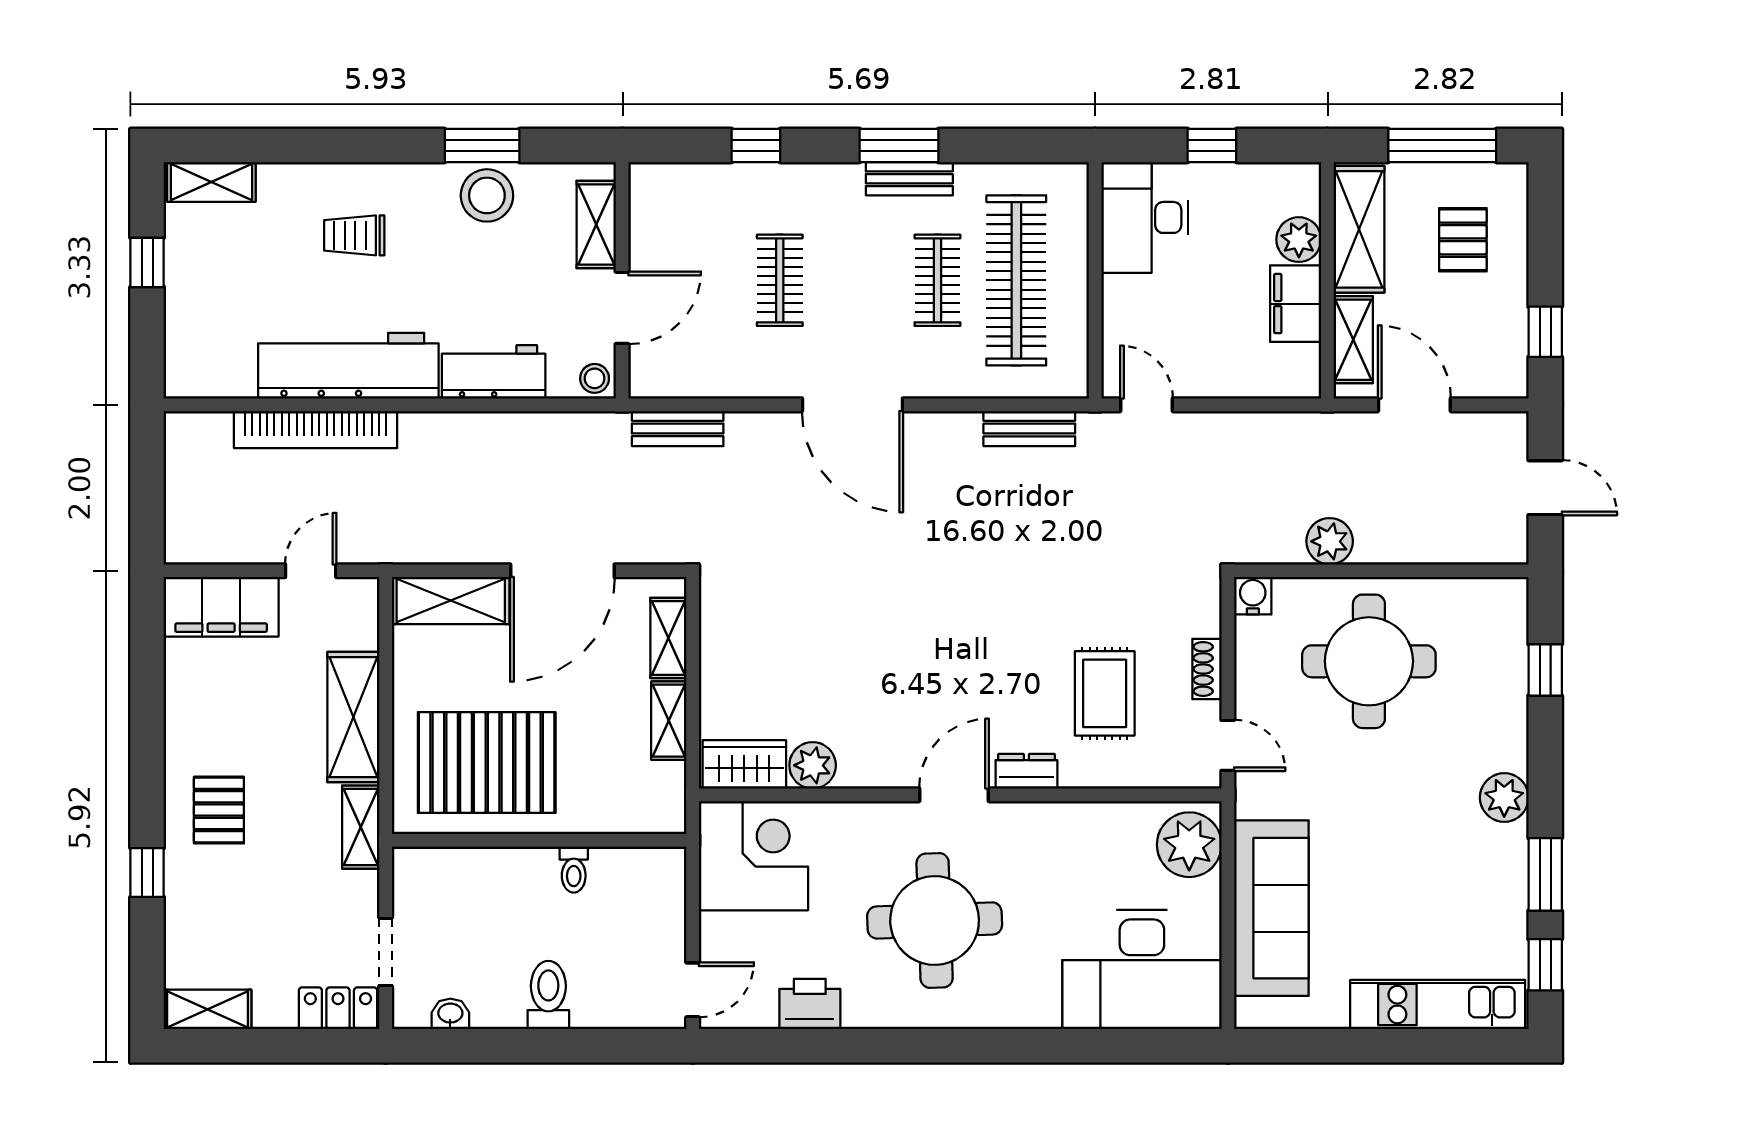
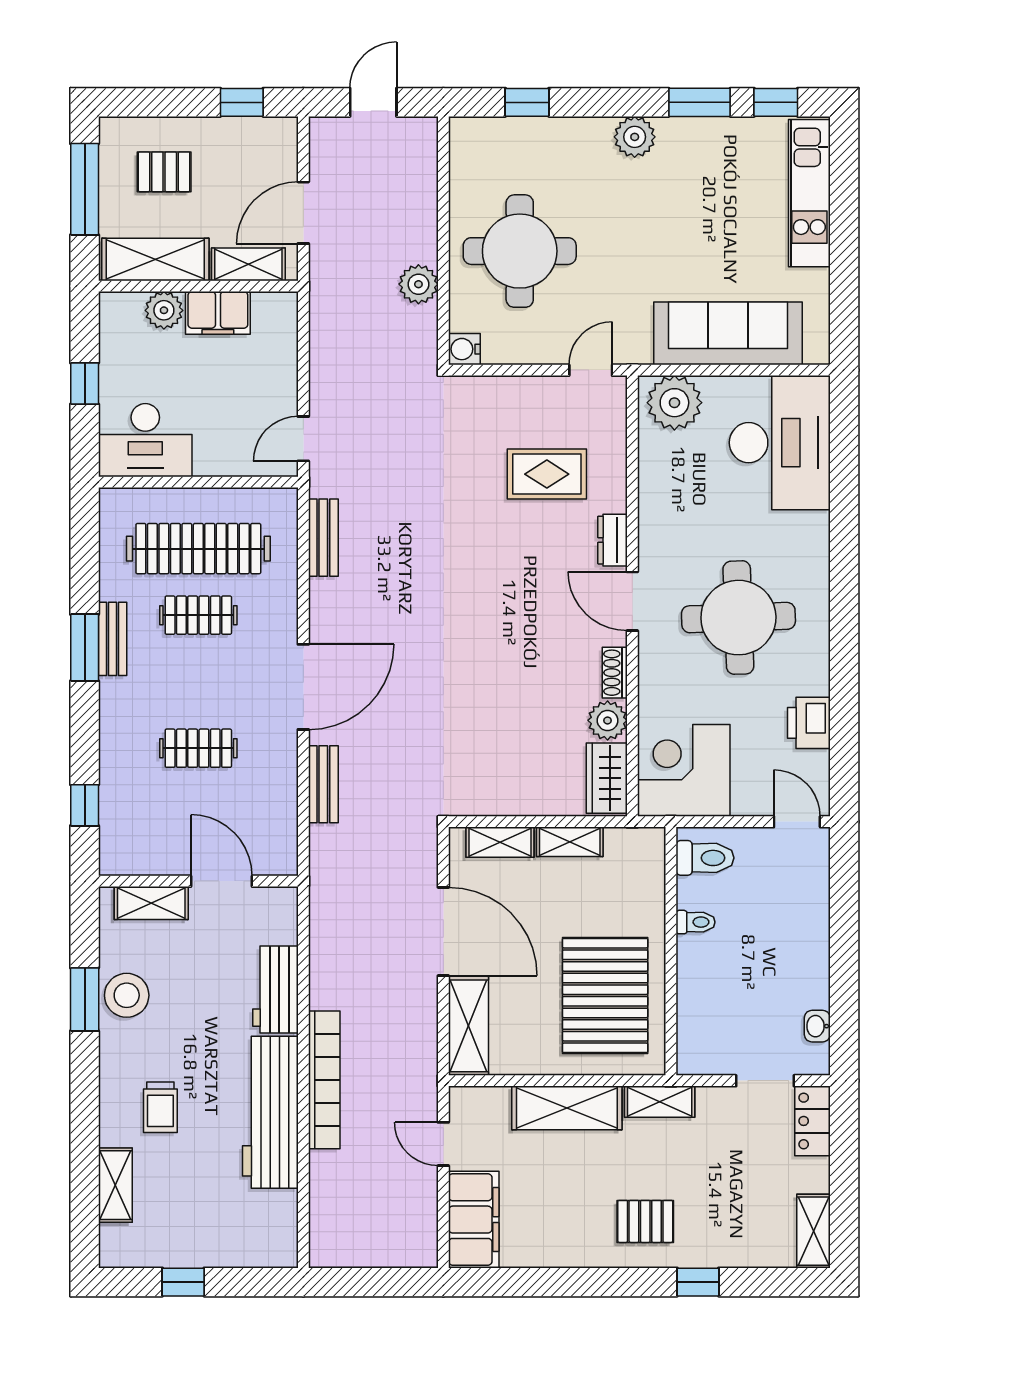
window: (756, 146) -> (85, 805), moved
shelving: (211, 182) -> (115, 1185), moved
stool: (595, 378) -> (281, 904), removed
bench: (678, 429) -> (323, 784), moved
bookcase: (316, 430) -> (324, 1080), moved
shoe rack: (1207, 669) -> (615, 673), moved, turned 90
toilet: (548, 995) -> (705, 858), moved, turned 180

